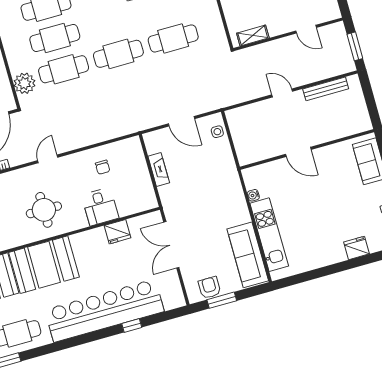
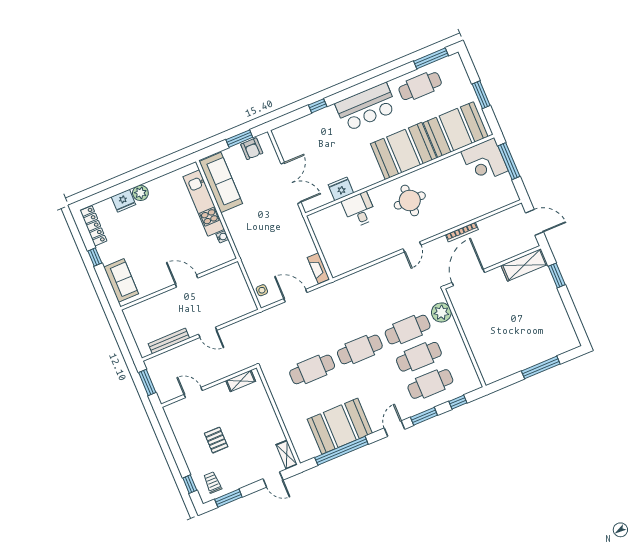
chair: (103, 167) -> (361, 245), removed
fireplace: (159, 169) -> (318, 268), moved
plant: (337, 254) -> (140, 193), added
bar counter: (104, 311) -> (366, 107), width x0.54

